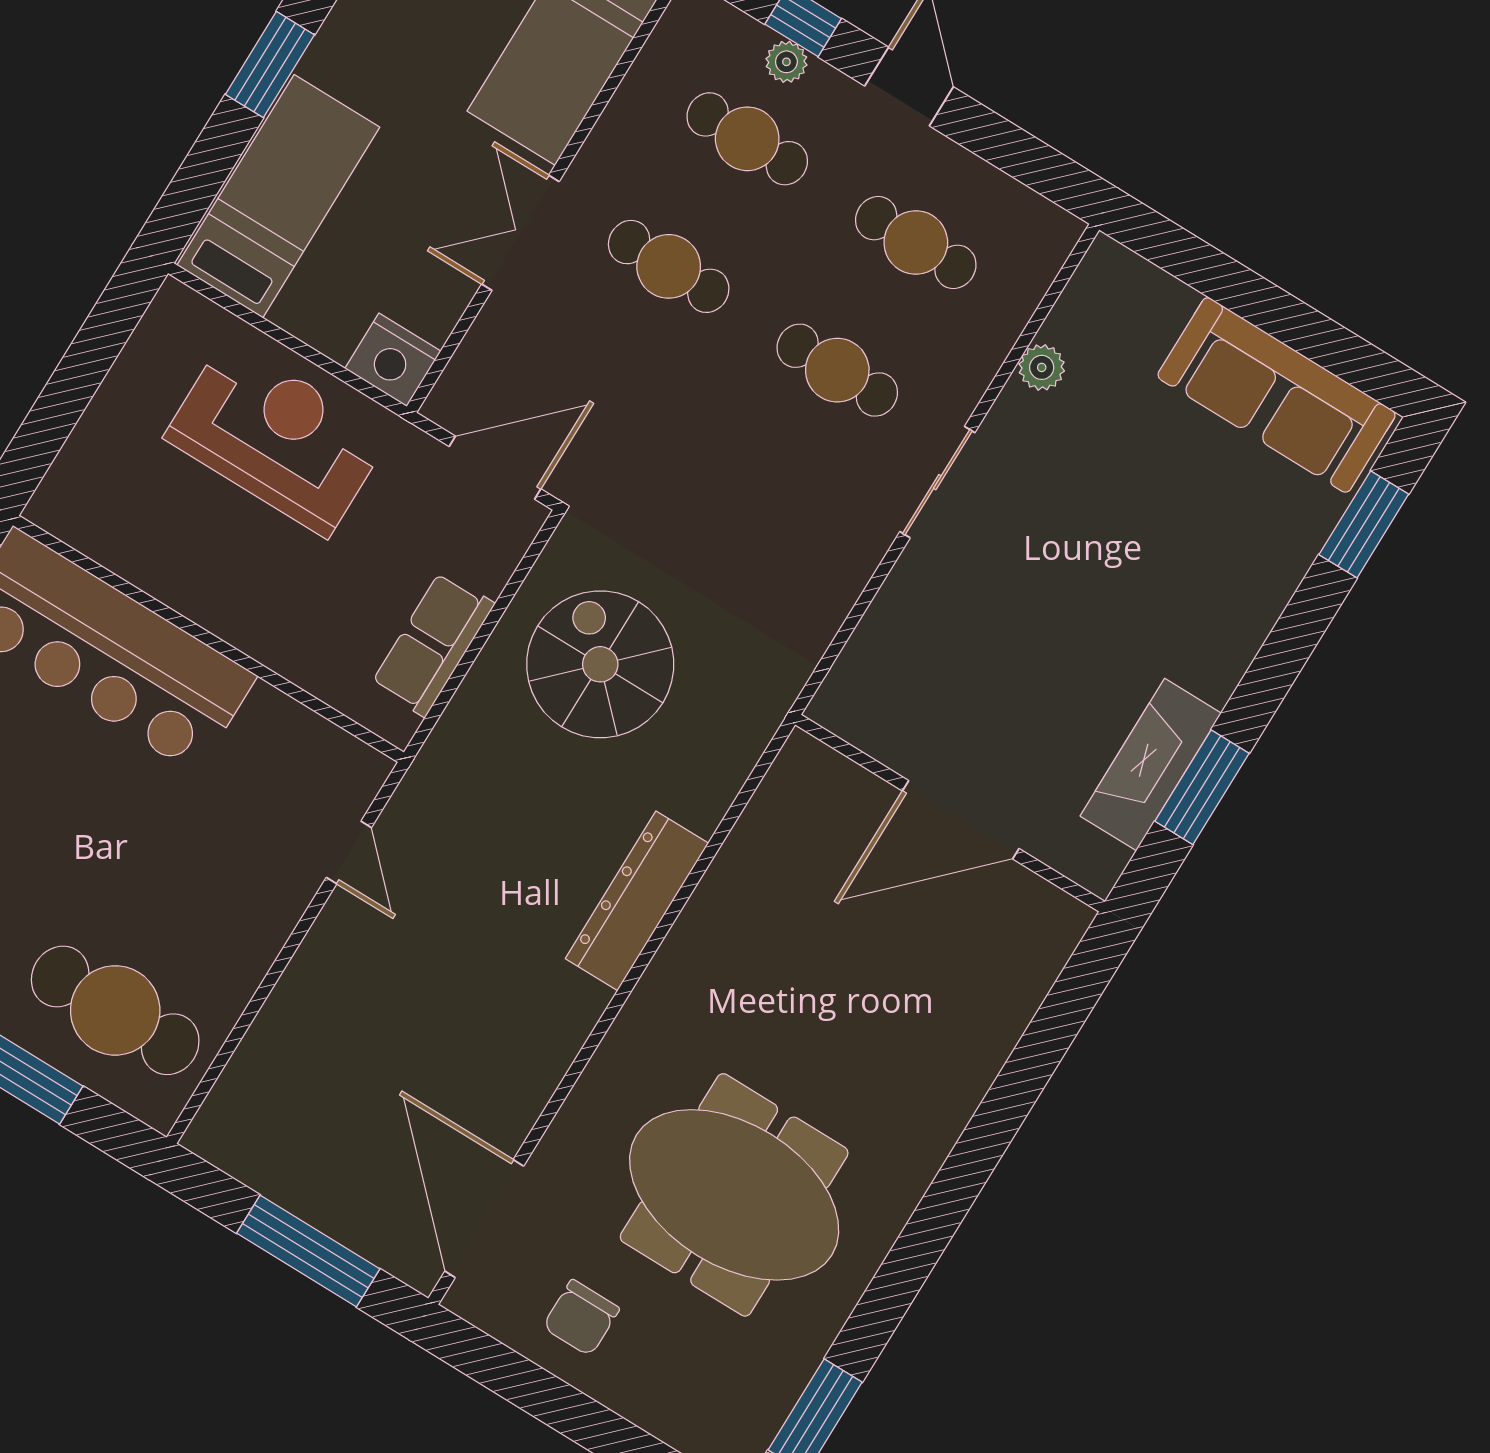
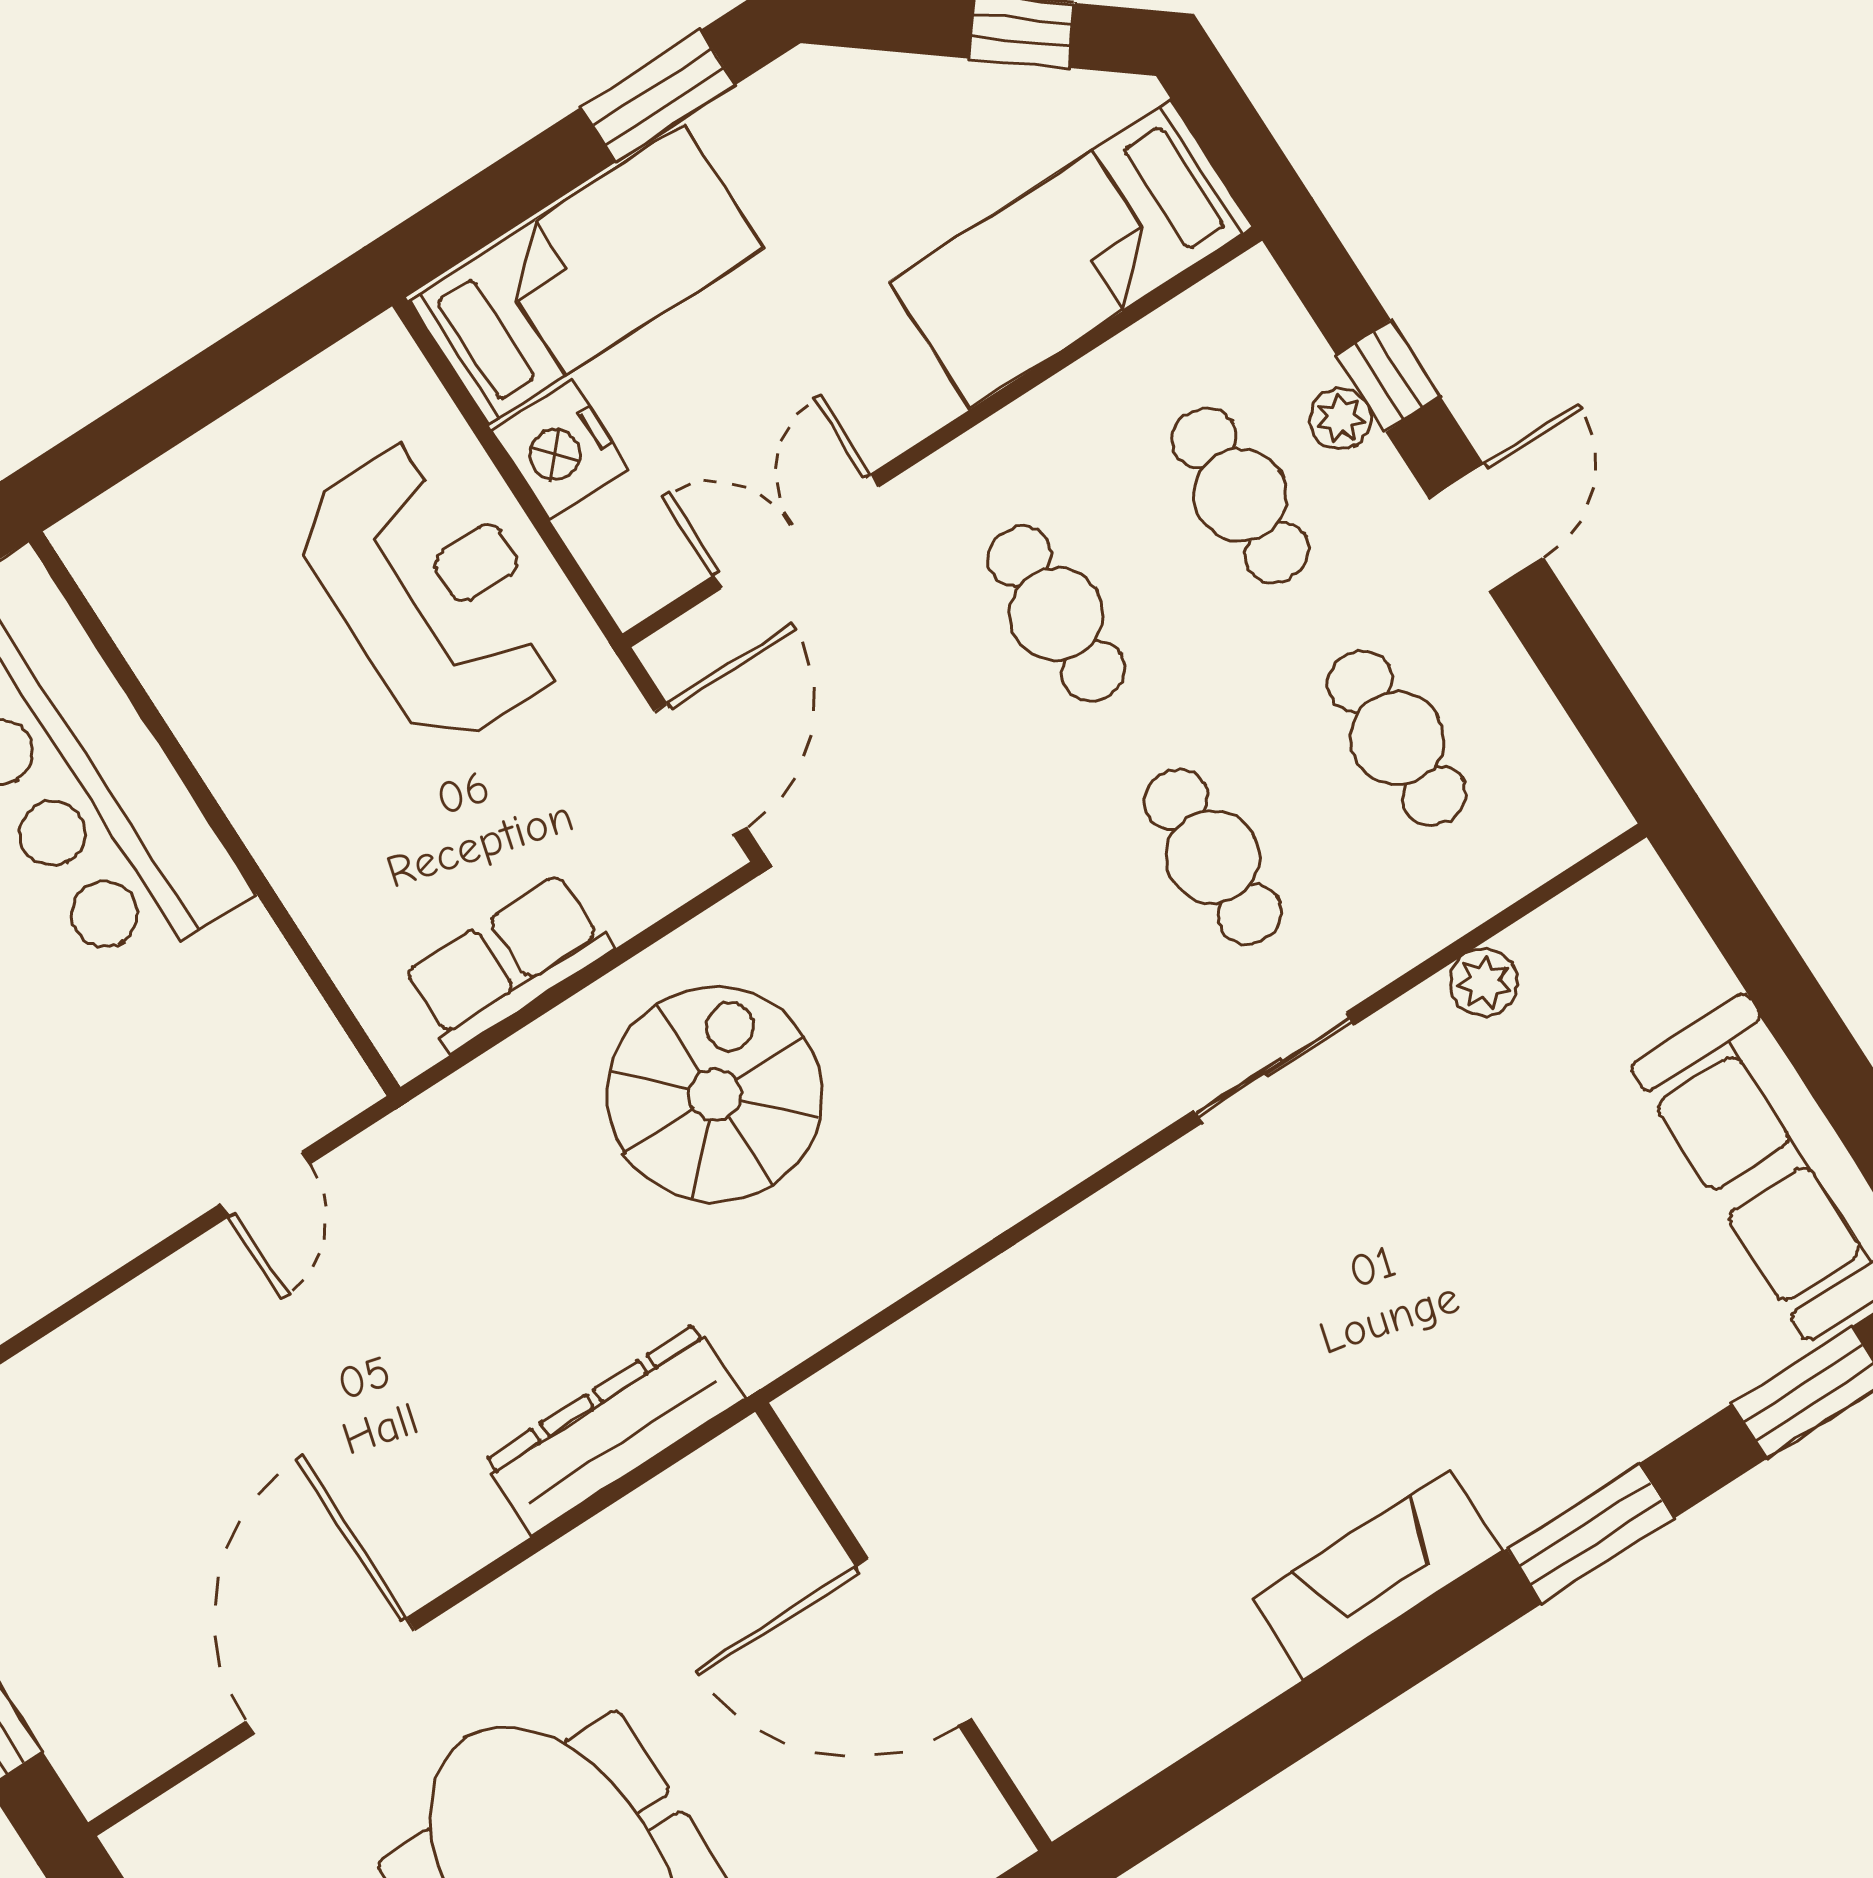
double door: (520, 233) -> (796, 531), moved
nightstand: (393, 360) -> (561, 450), moved
door: (495, 468) -> (700, 769), hinge flipped
window: (1202, 787) -> (1590, 1533), moved
wall: (950, 813) -> (903, 1627), moved
door: (961, 820) -> (913, 1642), moved
door: (484, 1219) -> (330, 1676), moved

